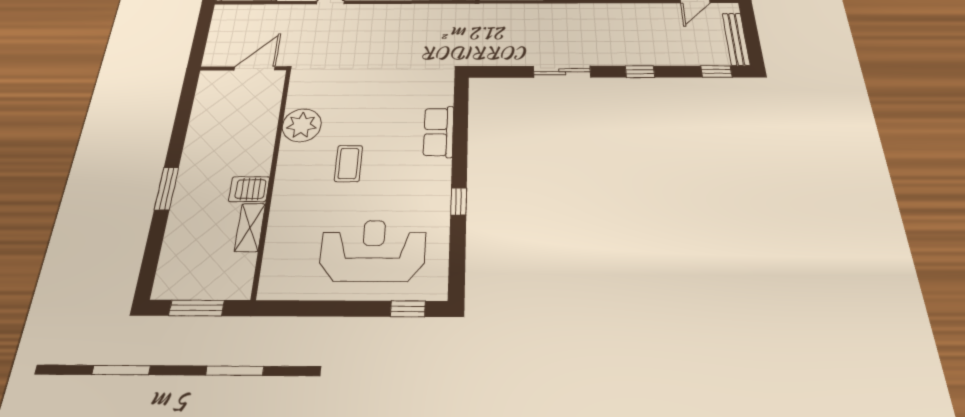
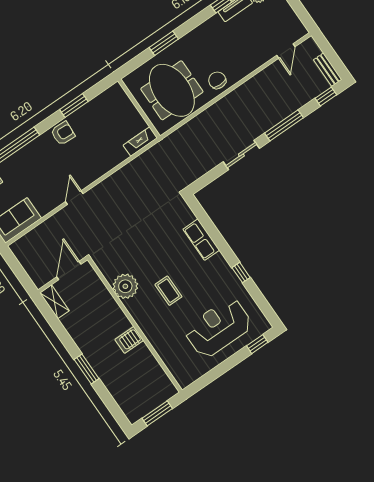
bench: (736, 39) -> (328, 70), width x0.73
window: (640, 72) -> (284, 125), width x2.17
shelving: (250, 227) -> (54, 302), moved

